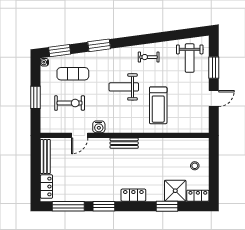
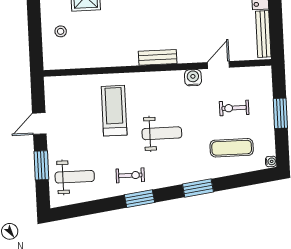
window: (60, 51) -> (140, 199), moved
weight bench: (190, 58) -> (75, 177), turned 90
exercise bike: (70, 103) -> (234, 108), width x0.73, depth x0.72

